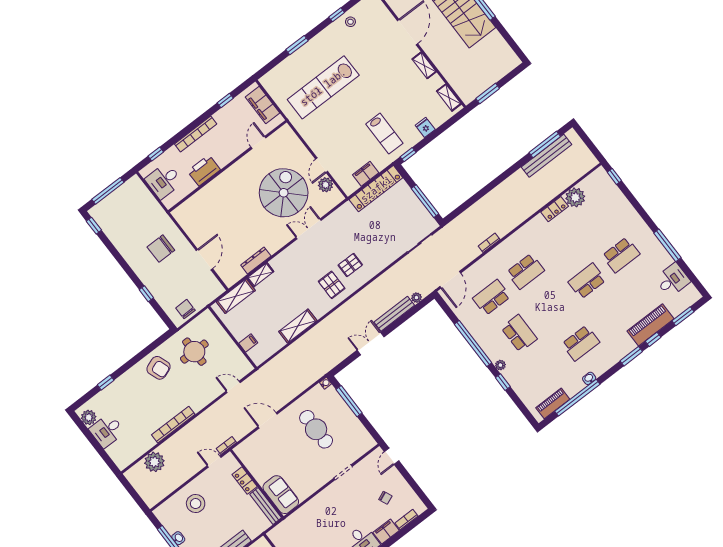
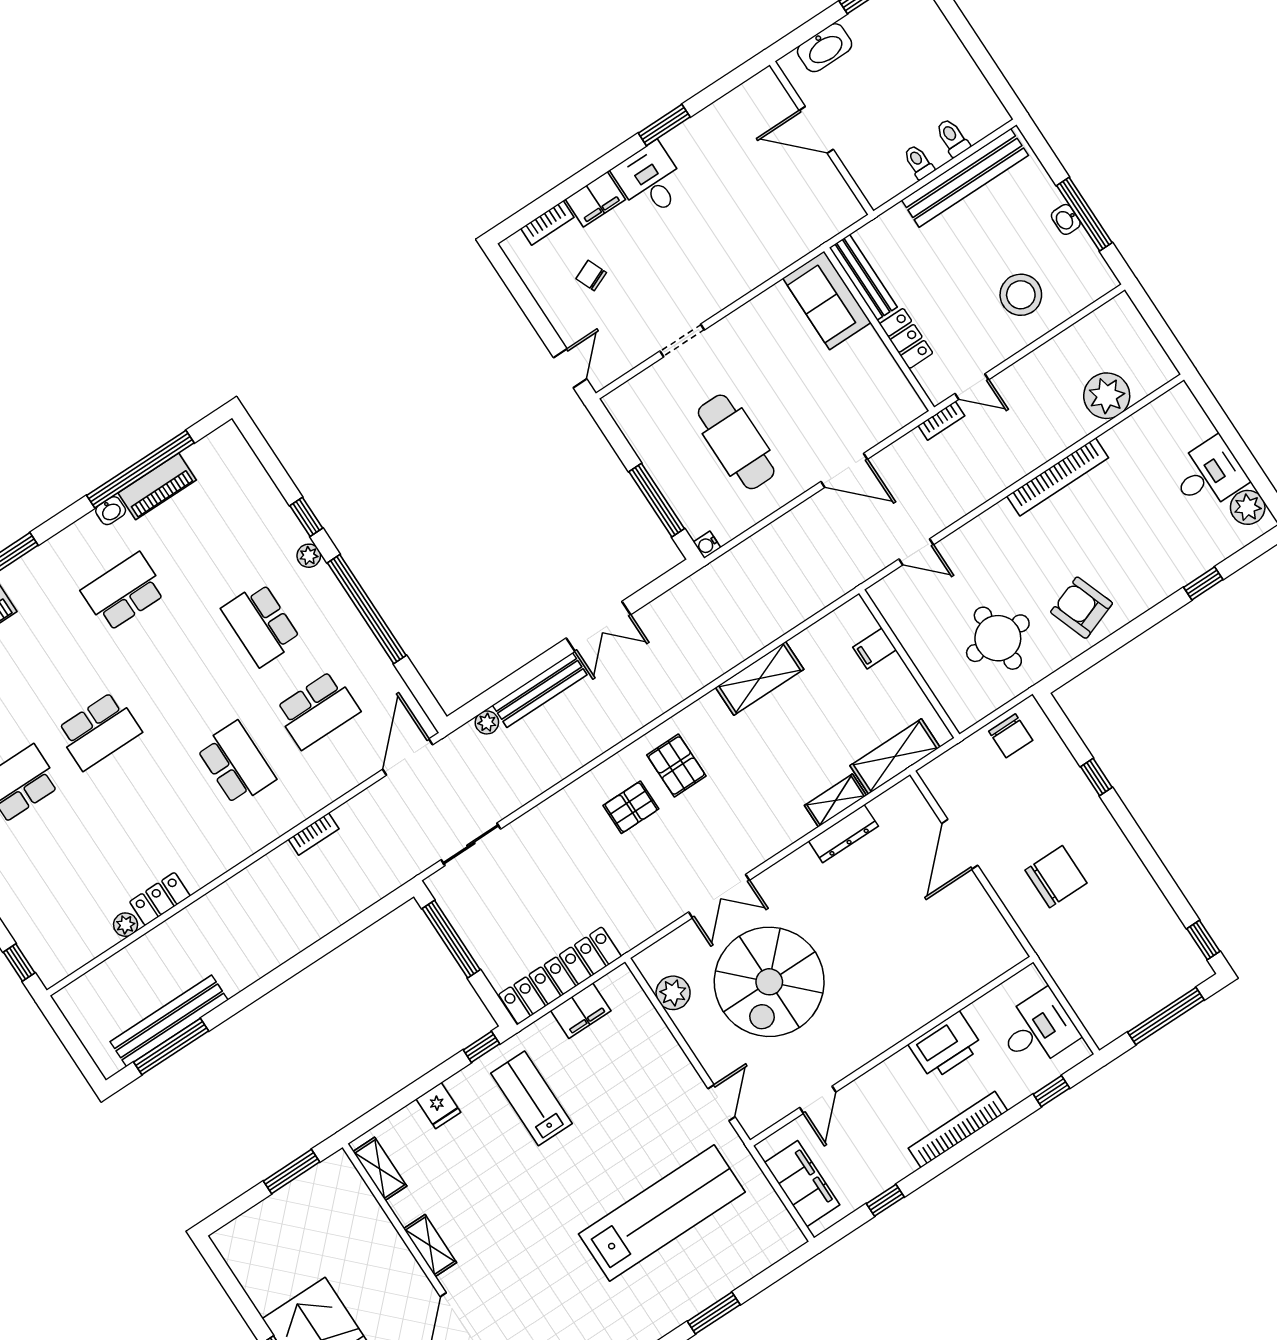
door: (322, 165) -> (722, 1103), moved
plant: (575, 197) -> (126, 925), width x0.53, depth x0.53
school desk: (525, 271) -> (236, 763), turned 90
piano: (553, 403) -> (157, 486), moved

